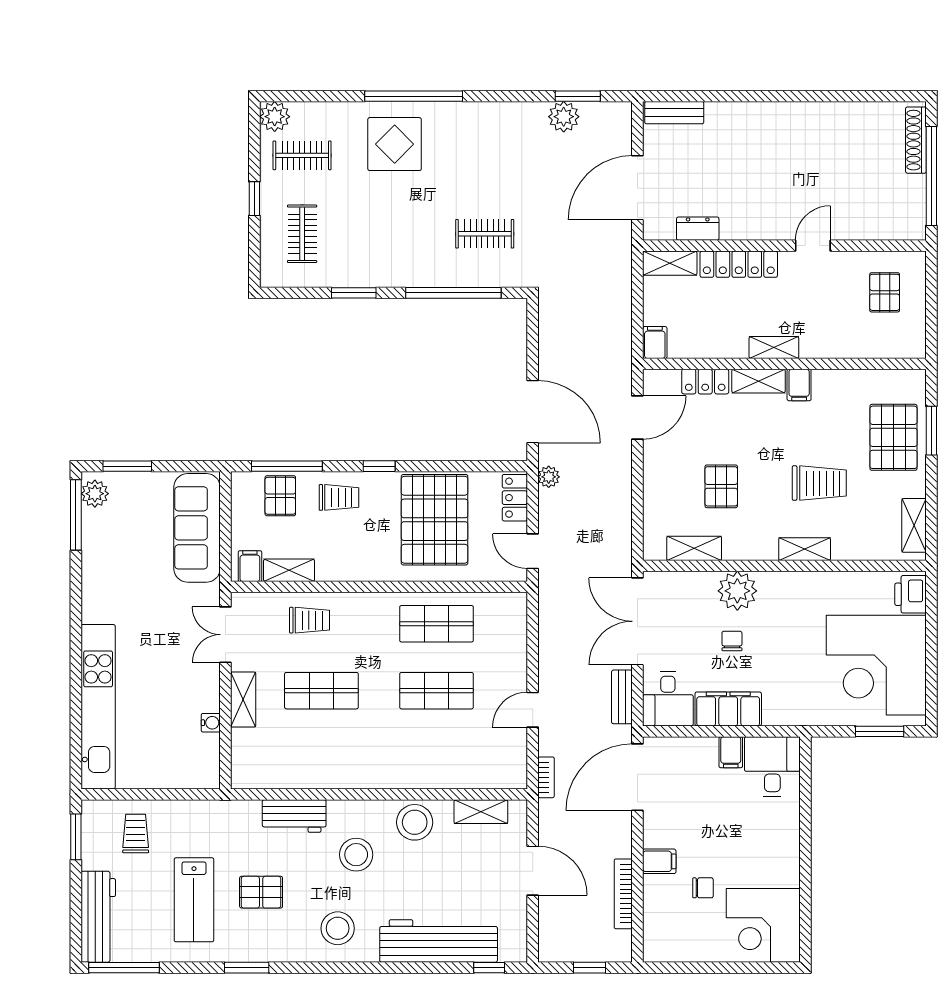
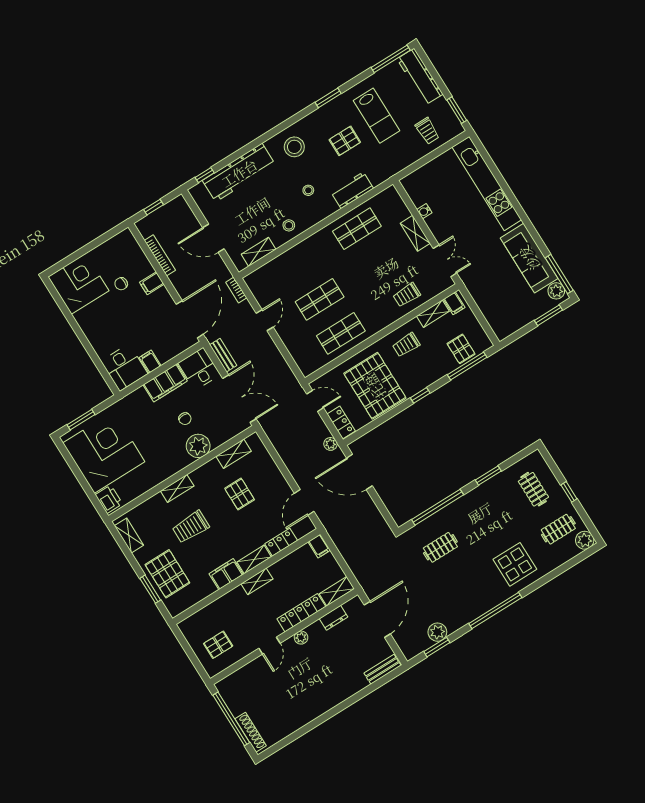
window: (414, 96) -> (495, 610), moved
plant: (761, 229) -> (301, 638), added
pallet: (885, 292) -> (218, 645), turned 90
filing cabinet: (799, 385) -> (226, 574), width x2.00
trolley: (339, 497) -> (406, 345), moved
sofa: (197, 528) -> (529, 258), moved, turned 180
shop shelf: (321, 691) -> (357, 229), moved
stool: (415, 822) -> (289, 225), width x0.53, depth x0.53
stool: (356, 855) -> (308, 190), width x0.53, depth x0.53
lab bench: (194, 900) -> (377, 116), turned 180

